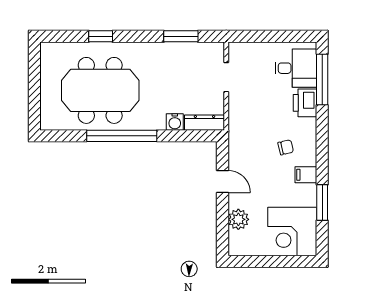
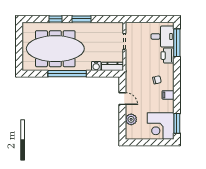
window: (181, 36) -> (81, 19), moved
meeting table: (100, 90) -> (55, 49), width x1.36
window: (322, 203) -> (177, 123), moved

